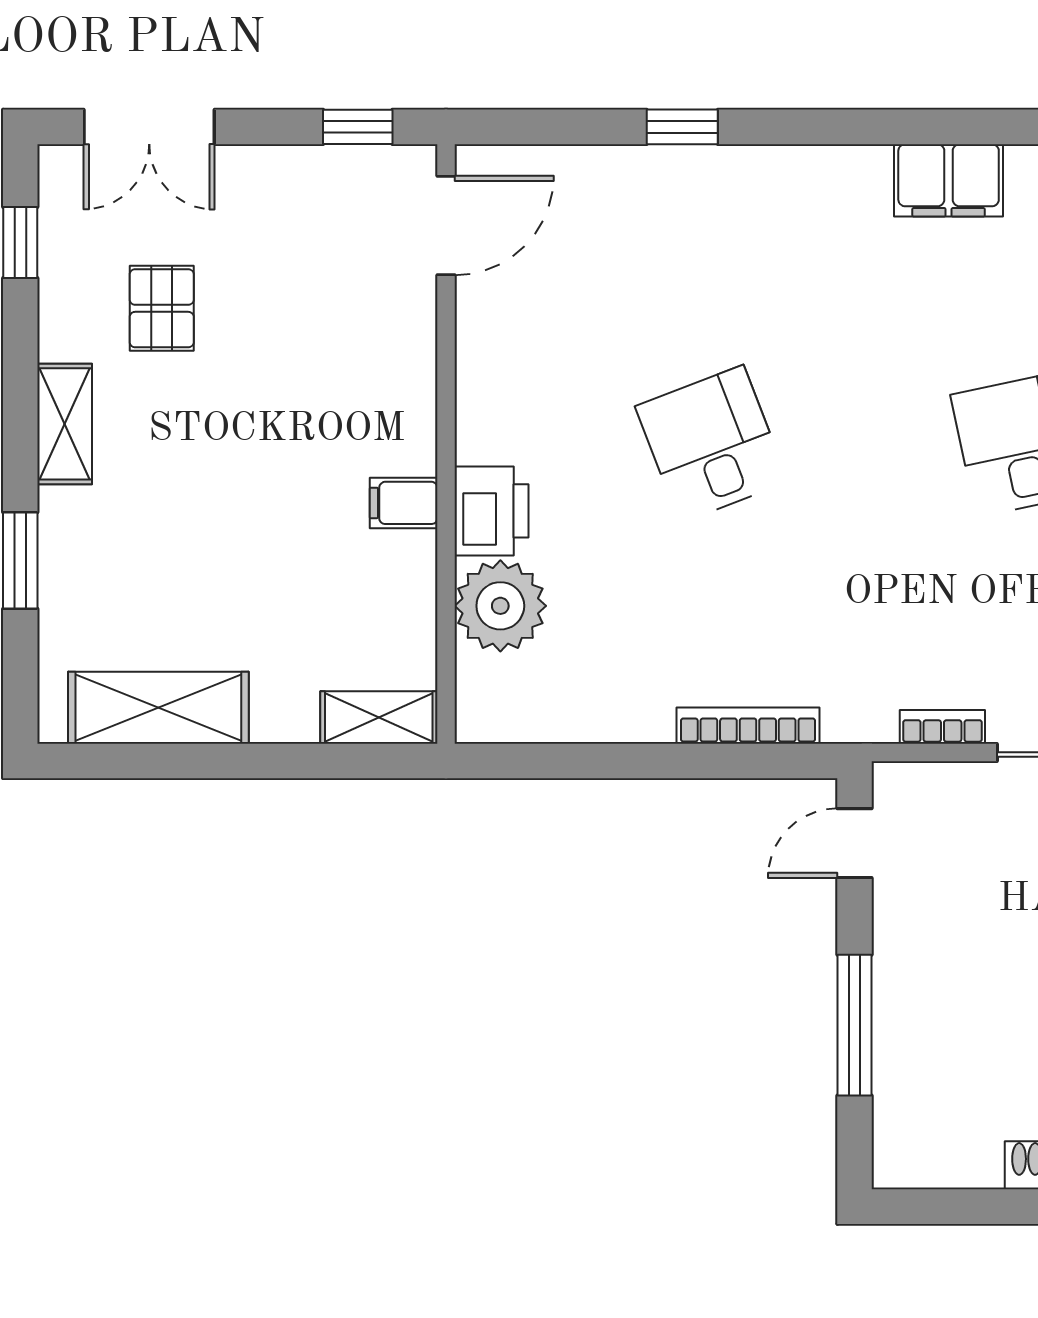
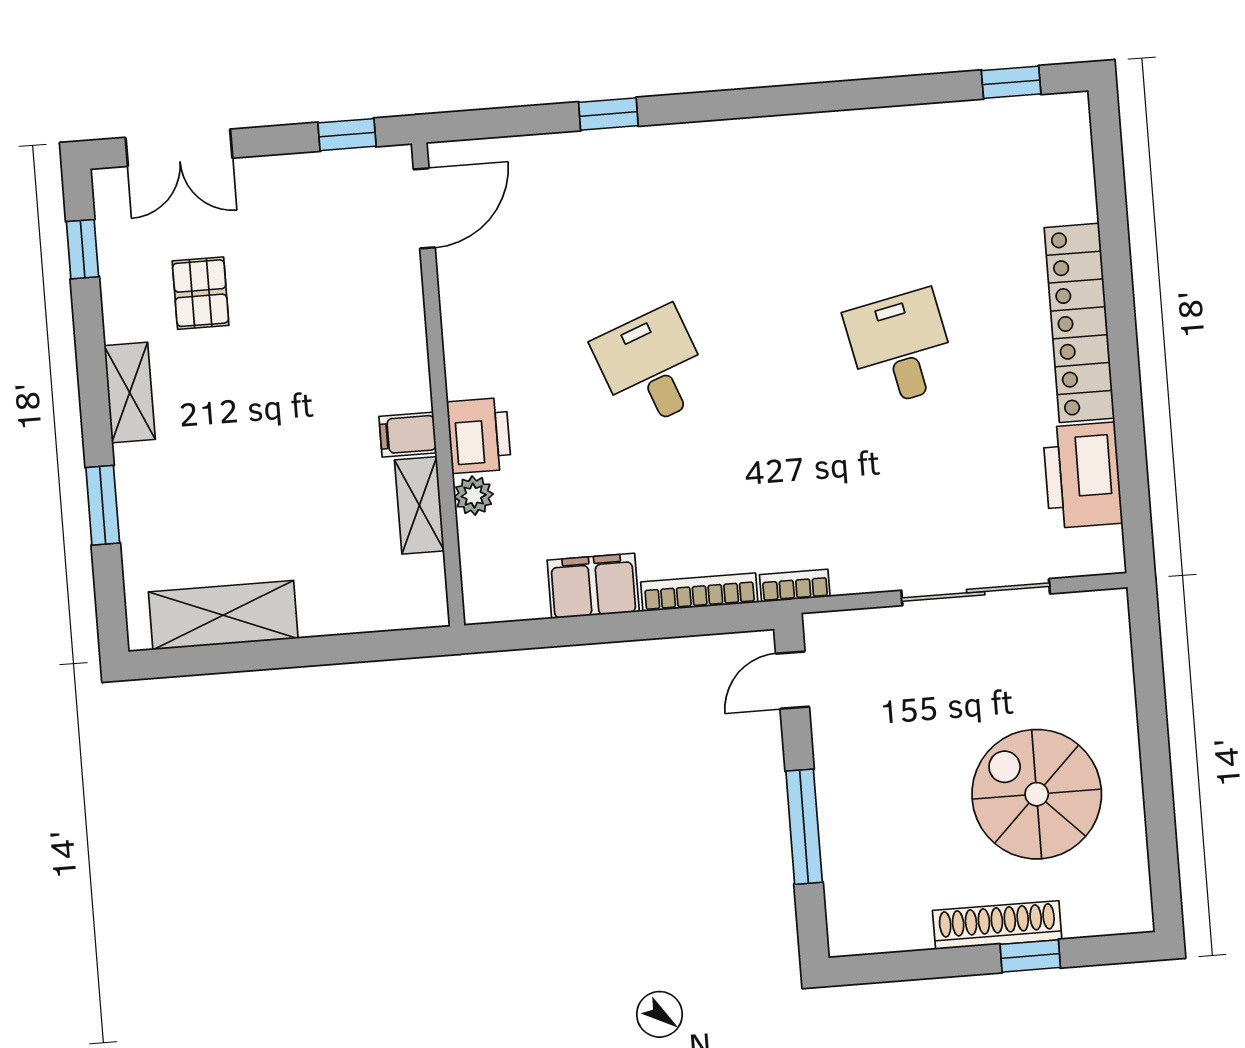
filing cabinet: (949, 180) -> (593, 586), moved, turned 180
plant: (500, 606) -> (474, 496), width x0.53, depth x0.53
shelving: (379, 718) -> (419, 505), moved, turned 90
bookcase: (942, 727) -> (795, 586), moved

